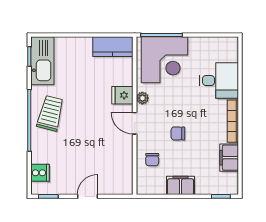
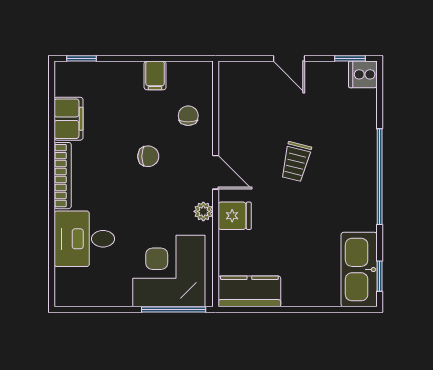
trolley: (50, 113) -> (296, 162), moved, width x0.73, depth x0.72
cooker: (40, 173) -> (363, 74), moved
filing cabinet: (181, 185) -> (155, 75), width x0.50
door: (88, 196) -> (289, 58), hinge flipped

